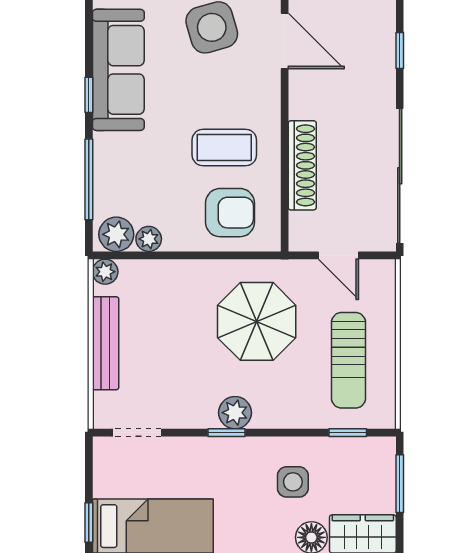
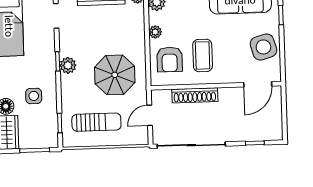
plant: (149, 239) -> (155, 32), moved
sun lounger: (348, 360) -> (96, 122), turned 180

